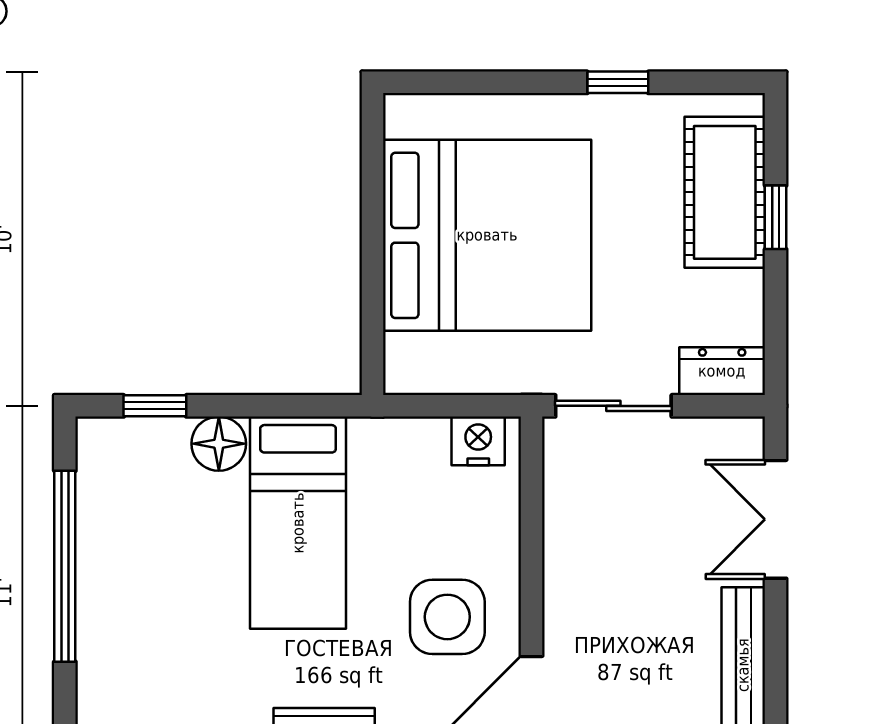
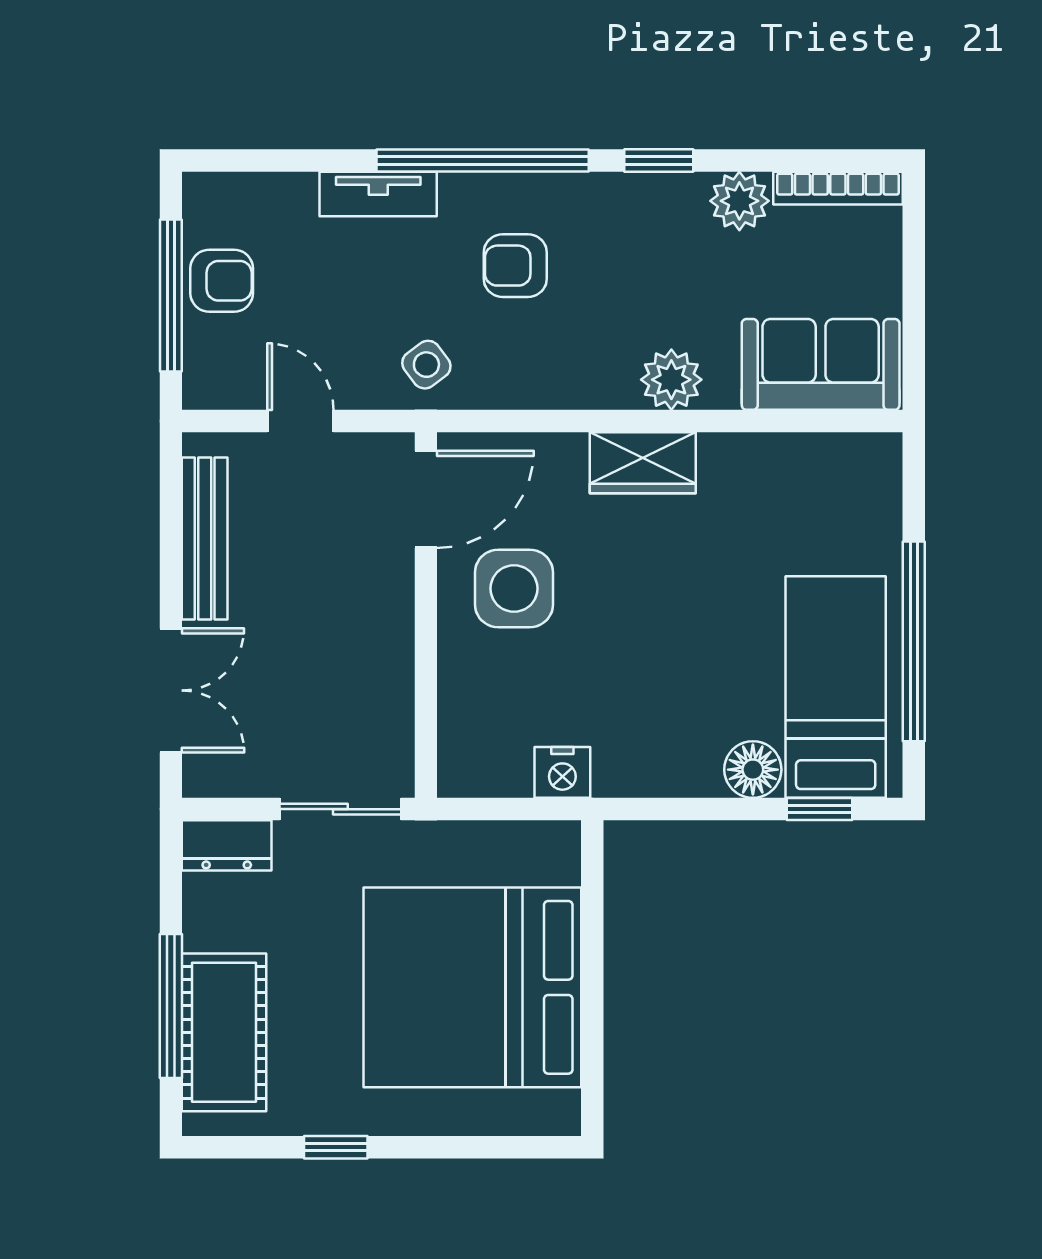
window: (776, 217) -> (171, 1006), width x2.17
nightstand: (478, 441) -> (562, 772), moved
bed: (298, 523) -> (836, 687), moved

